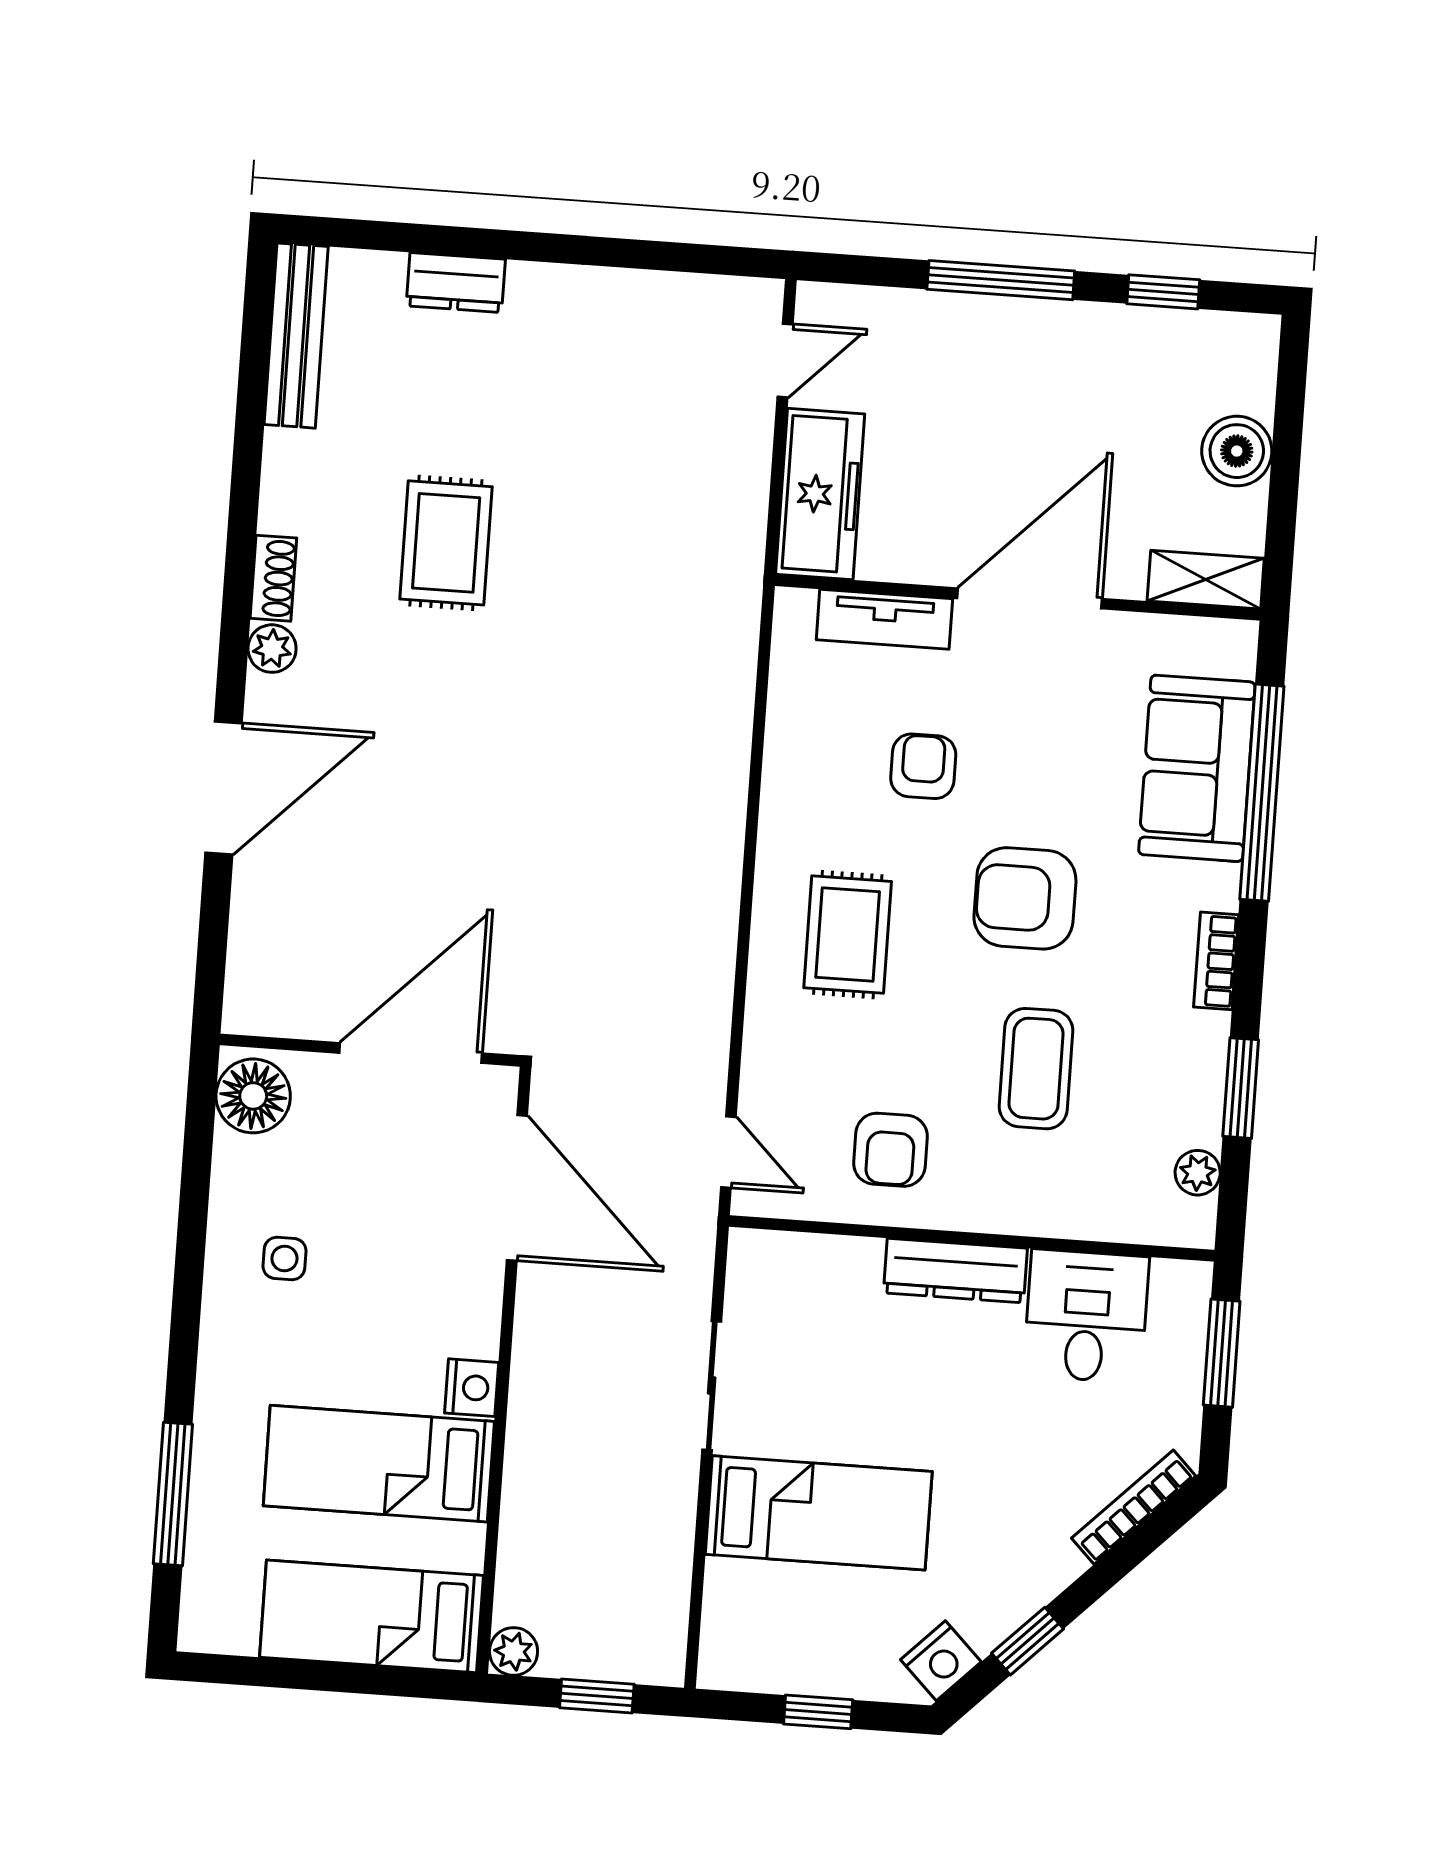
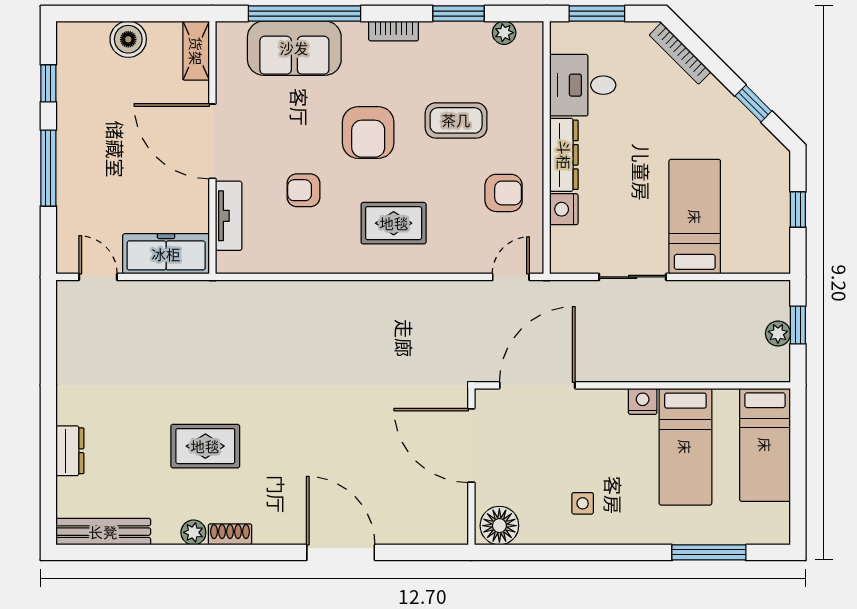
plant: (272, 649) -> (193, 532), moved
plant: (514, 1651) -> (778, 334), moved
nightstand: (941, 1661) -> (564, 209), moved, turned -135

